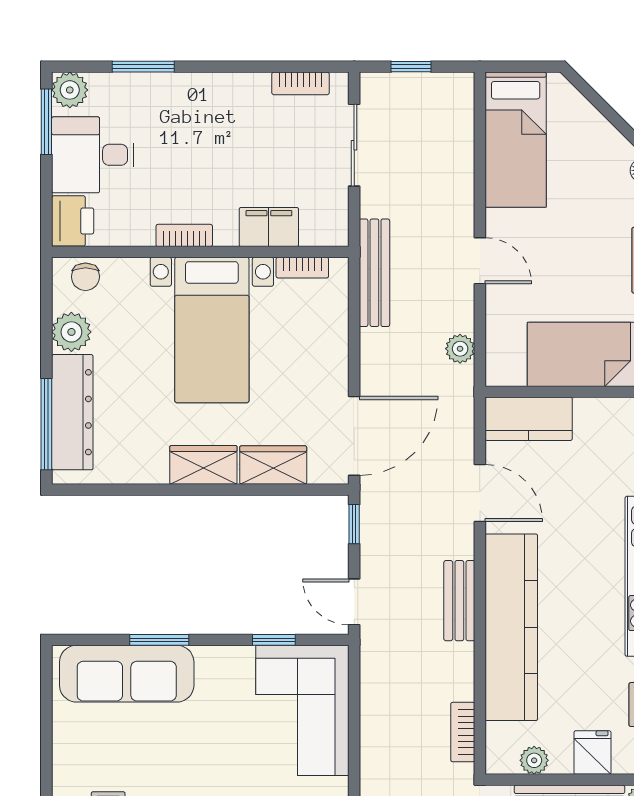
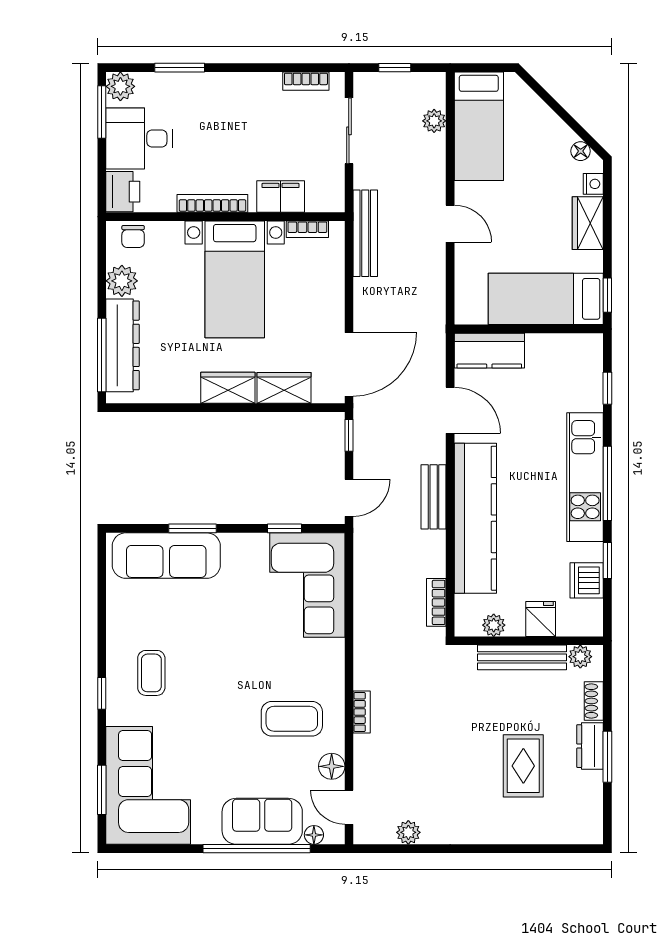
bookcase: (184, 235) -> (212, 203), width x1.56
plant: (460, 349) -> (434, 121), moved
door: (354, 602) -> (349, 498), swing flipped

